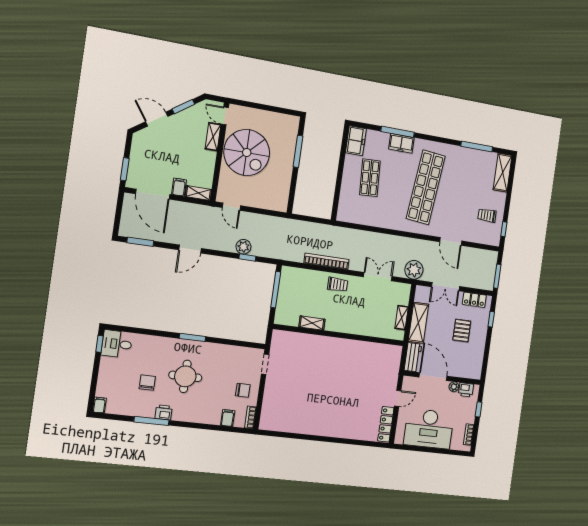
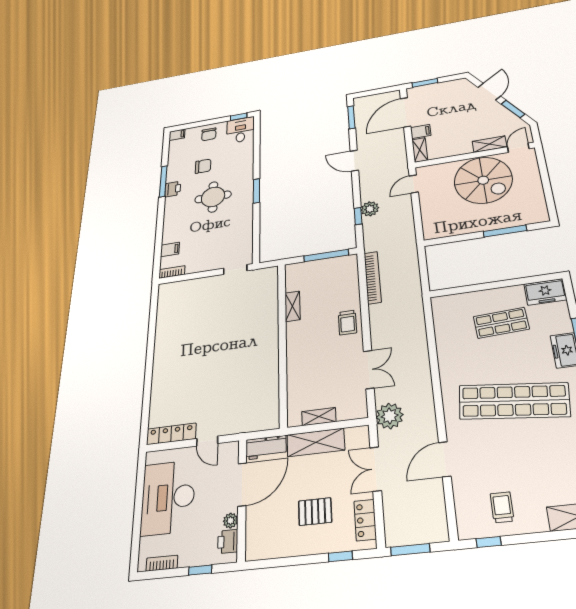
spiral stairs: (247, 153) -> (483, 180), turned -90
bookcase: (327, 261) -> (373, 278), moved
chair: (243, 390) -> (209, 134), moved

